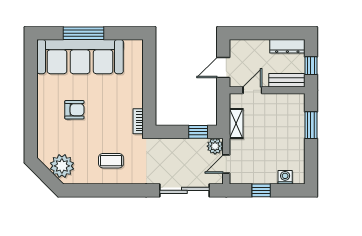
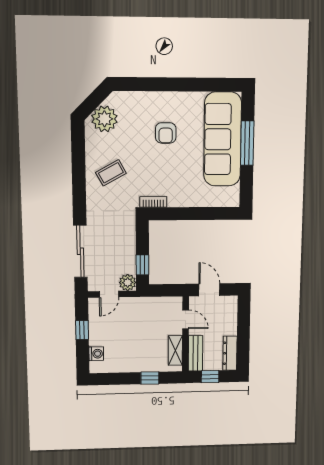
shelving: (236, 124) -> (175, 350), moved, turned 90
window: (311, 125) -> (150, 378), width x0.67
coffee table: (111, 161) -> (111, 173), turned 61
door: (226, 164) -> (109, 294), swing flipped

